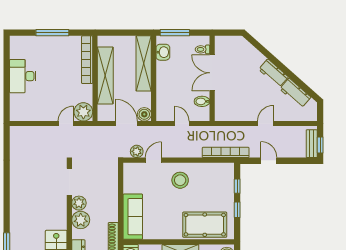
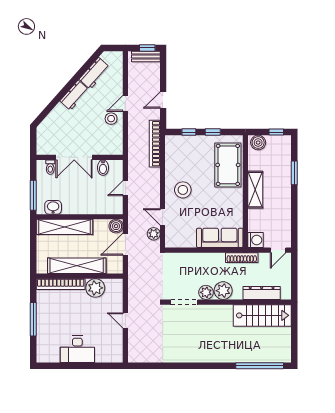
stool: (250, 109) -> (111, 119), added
plant: (83, 112) -> (95, 288), moved
door: (66, 124) -> (125, 321), moved
door: (265, 124) -> (125, 103), hinge flipped

